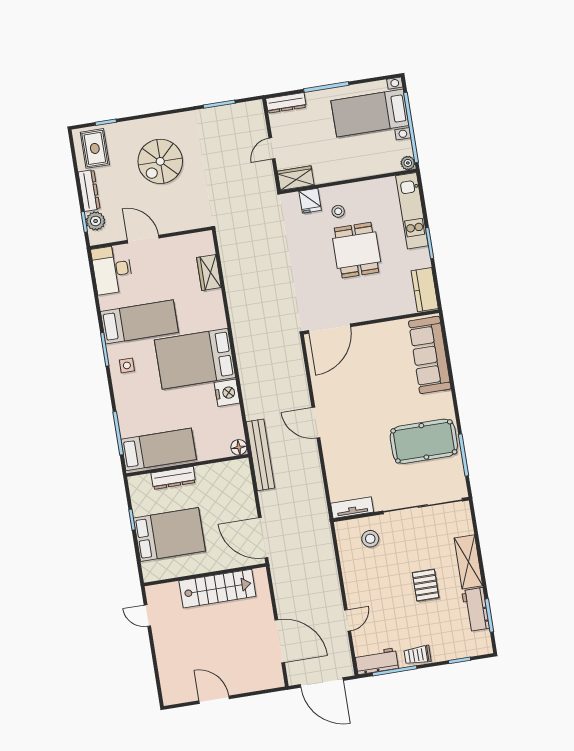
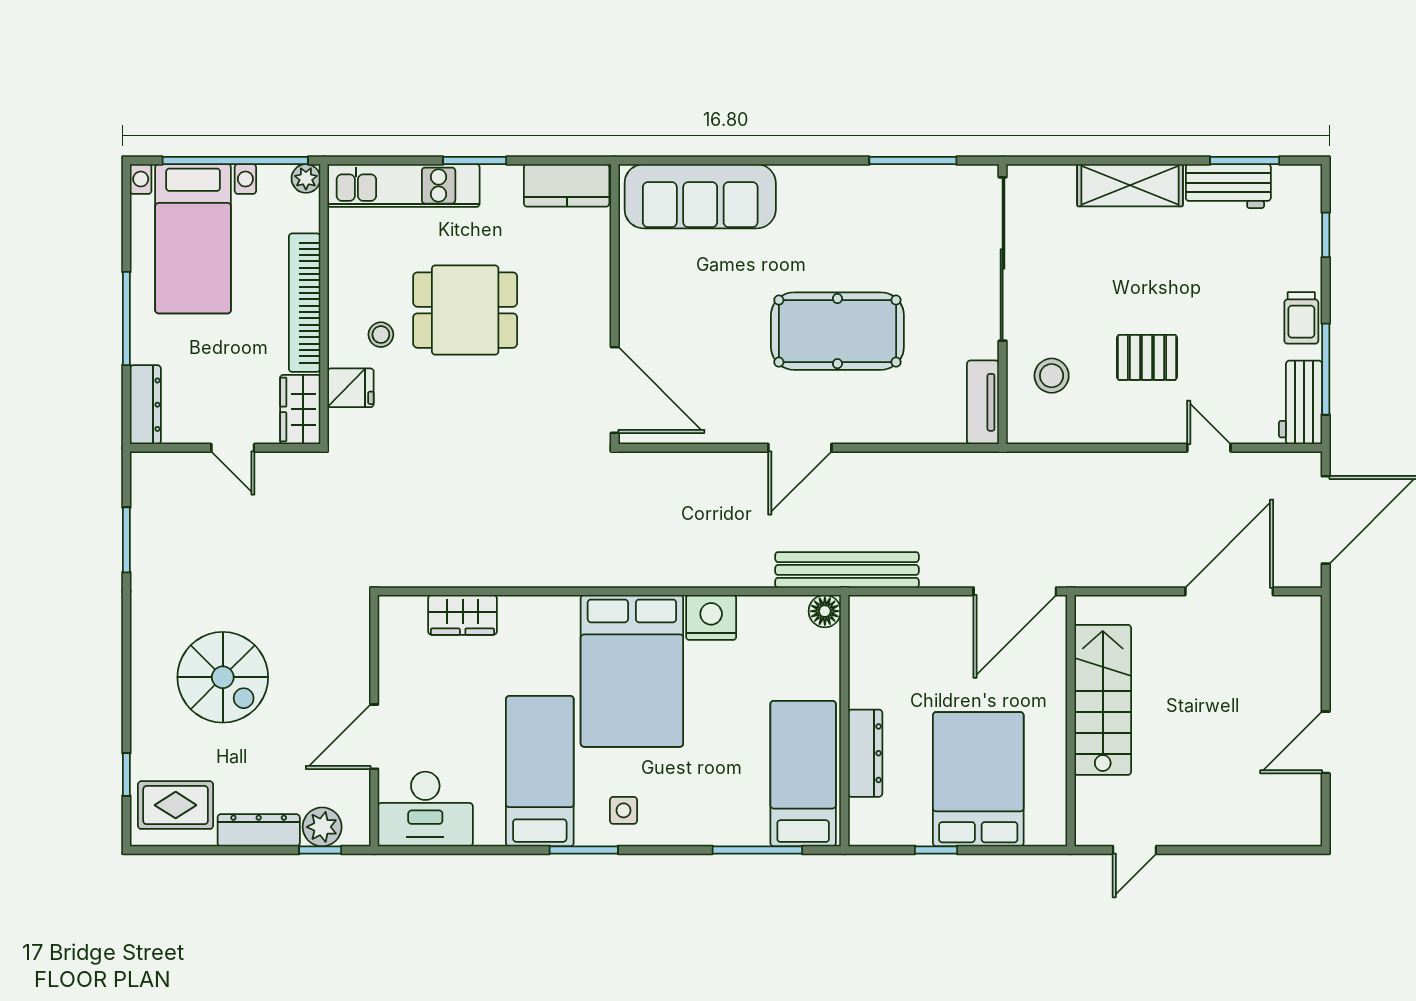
bookcase: (348, 172) -> (305, 303), added
pool table: (424, 441) -> (837, 331), moved, turned 90
pallet: (426, 585) -> (1147, 357), moved

